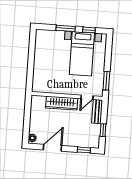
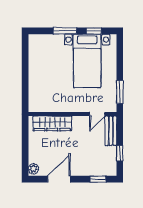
wardrobe: (62, 103) -> (52, 123), moved

